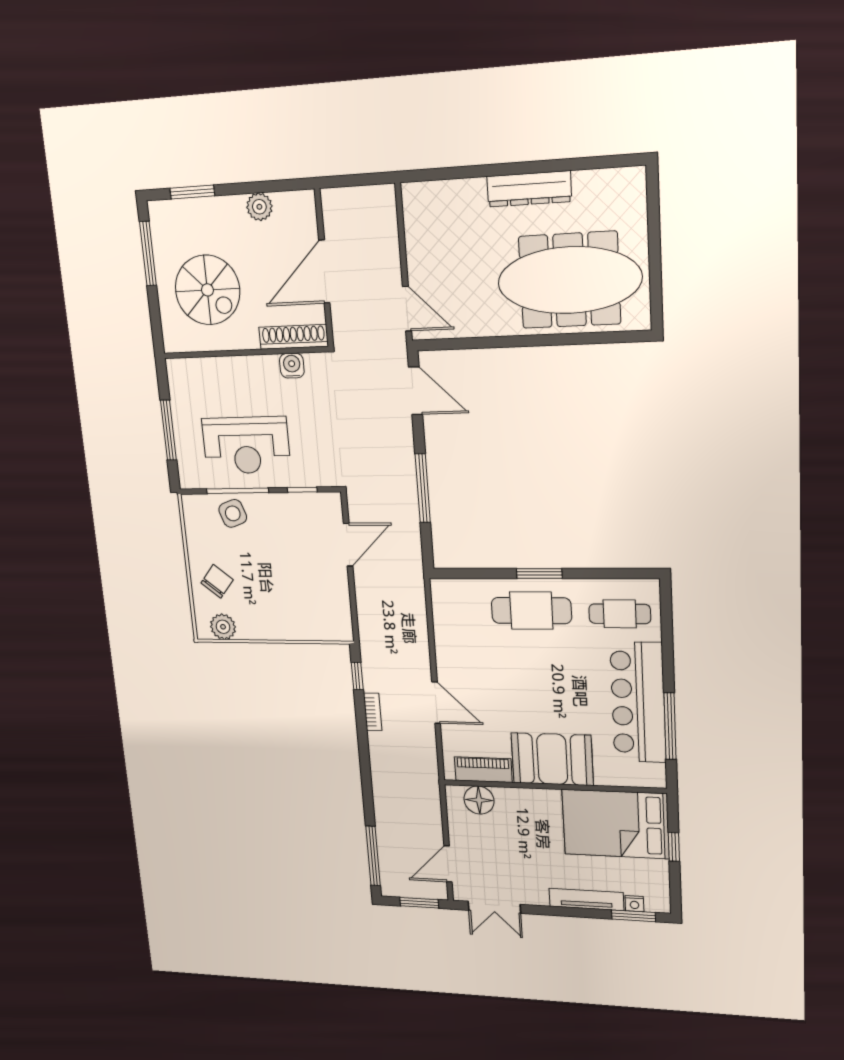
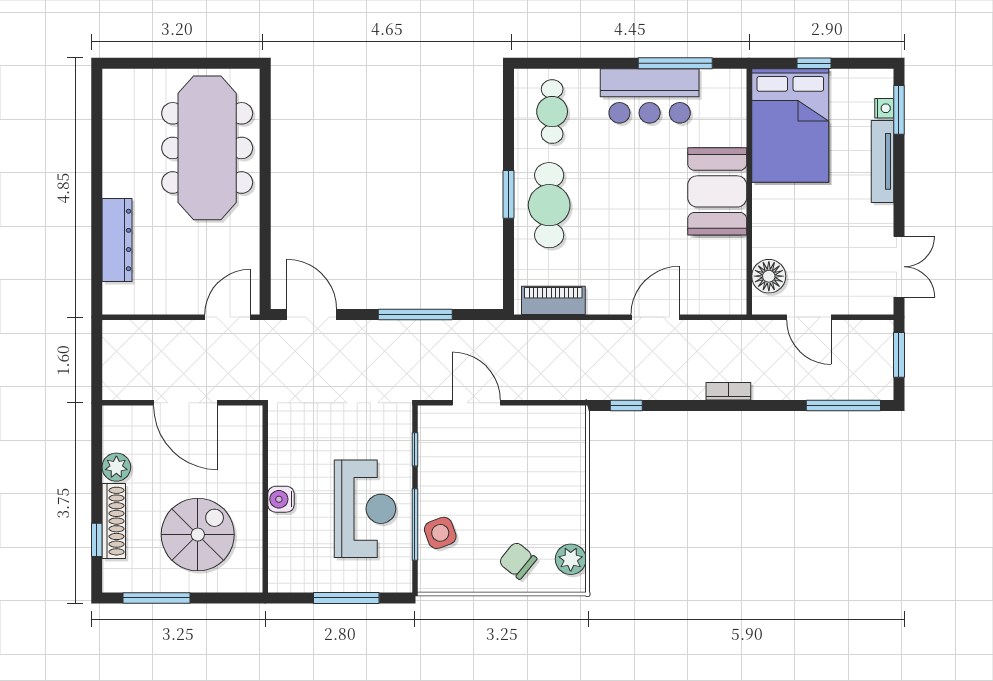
dresser: (529, 189) -> (117, 240), moved
window: (192, 192) -> (97, 540), width x0.67
shoe rack: (294, 337) -> (114, 521), moved, turned 180
water cooler: (292, 366) -> (281, 499), moved
door: (416, 391) -> (312, 315), hinge flipped
bar counter: (638, 702) -> (650, 96), width x0.73
bookcase: (373, 712) -> (728, 391), moved
piano: (483, 770) -> (553, 300), moved, turned 90
door: (448, 864) -> (809, 317), moved

